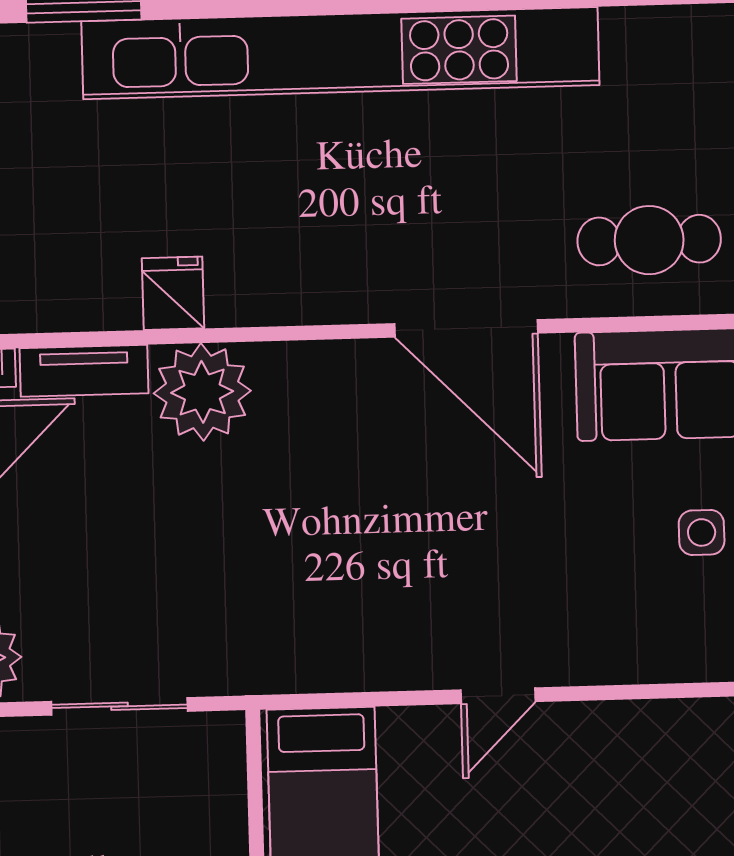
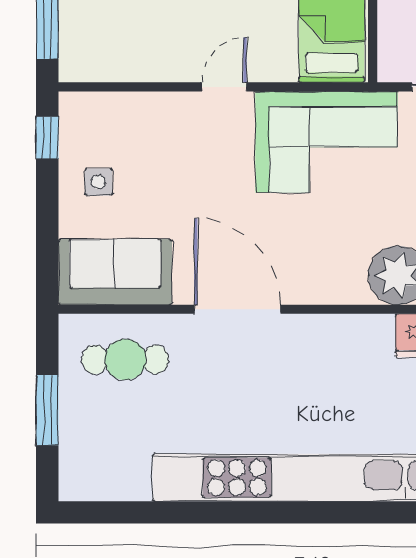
corner sofa: (326, 609) -> (326, 142), added

